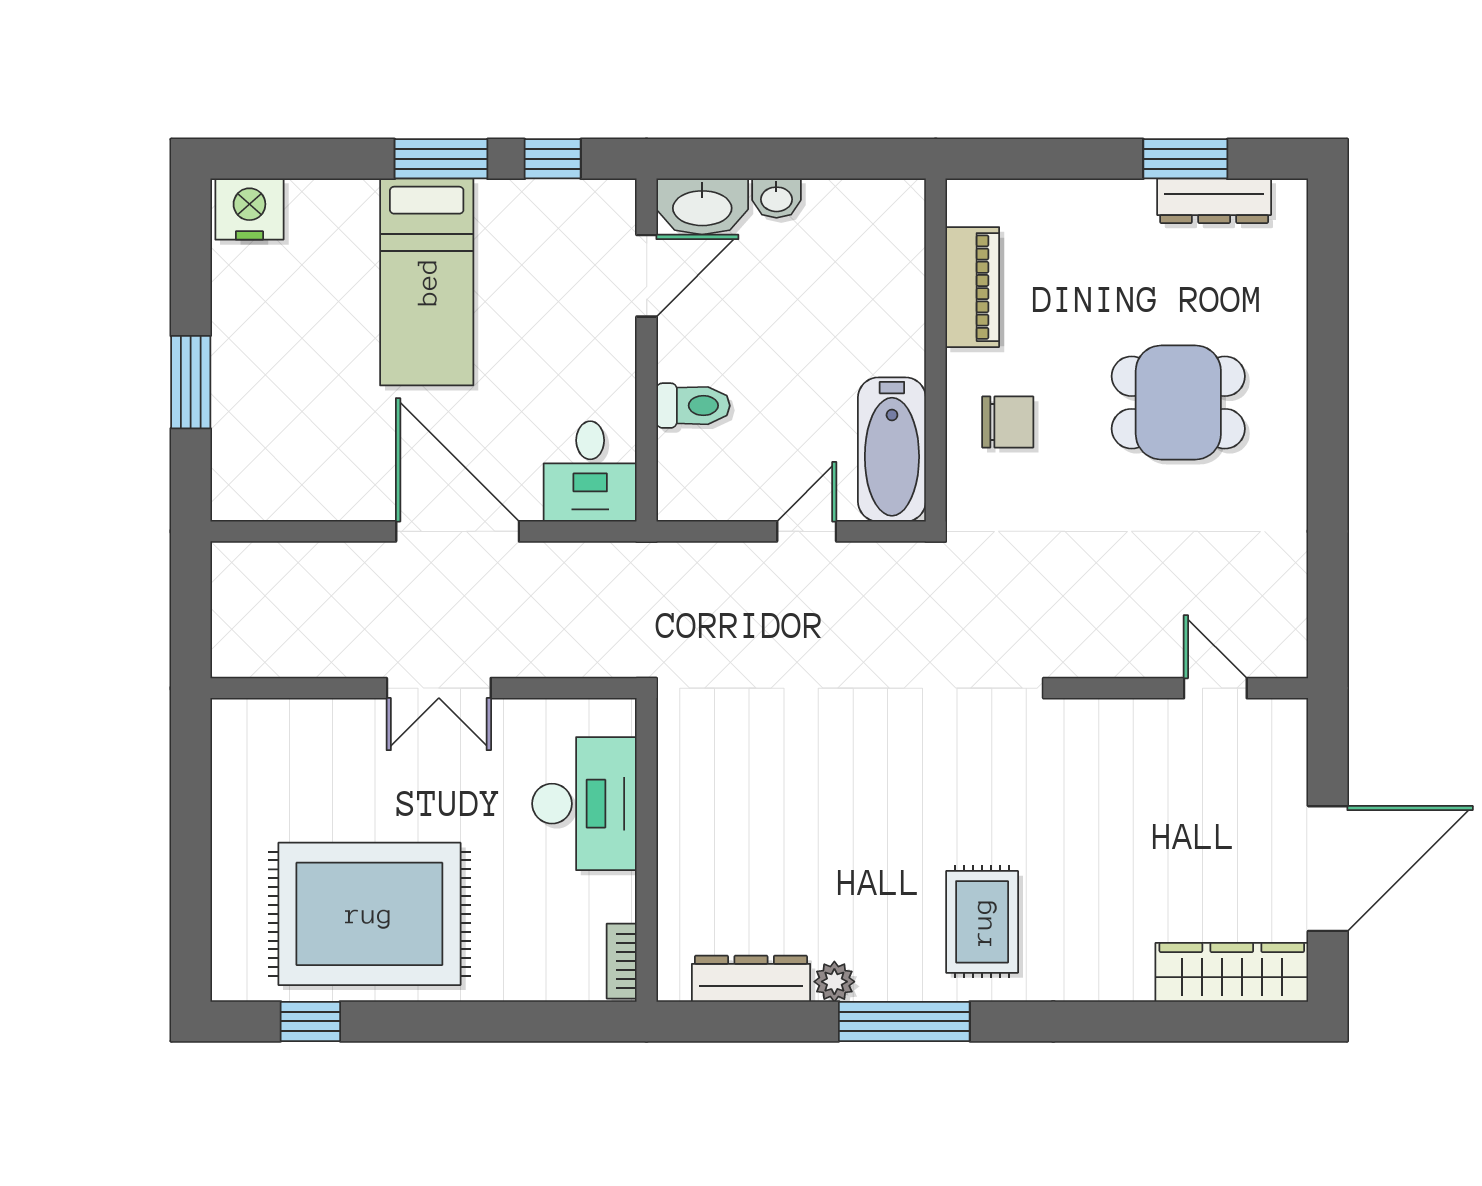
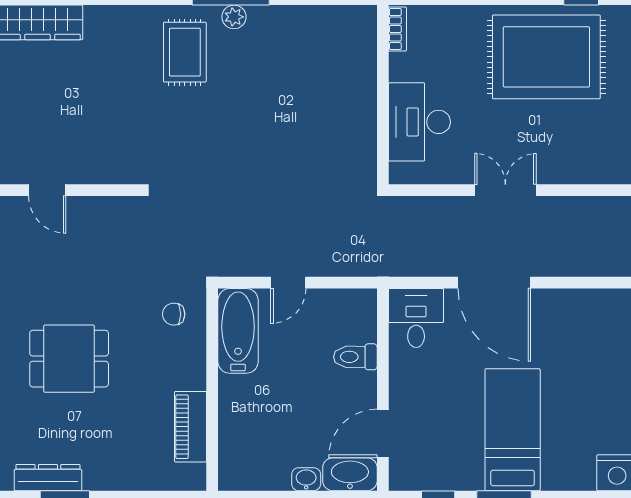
chair: (1008, 422) -> (174, 314), moved, width x0.73, depth x0.73
dresser: (751, 979) -> (321, 19), removed
plant: (834, 982) -> (234, 17), moved

